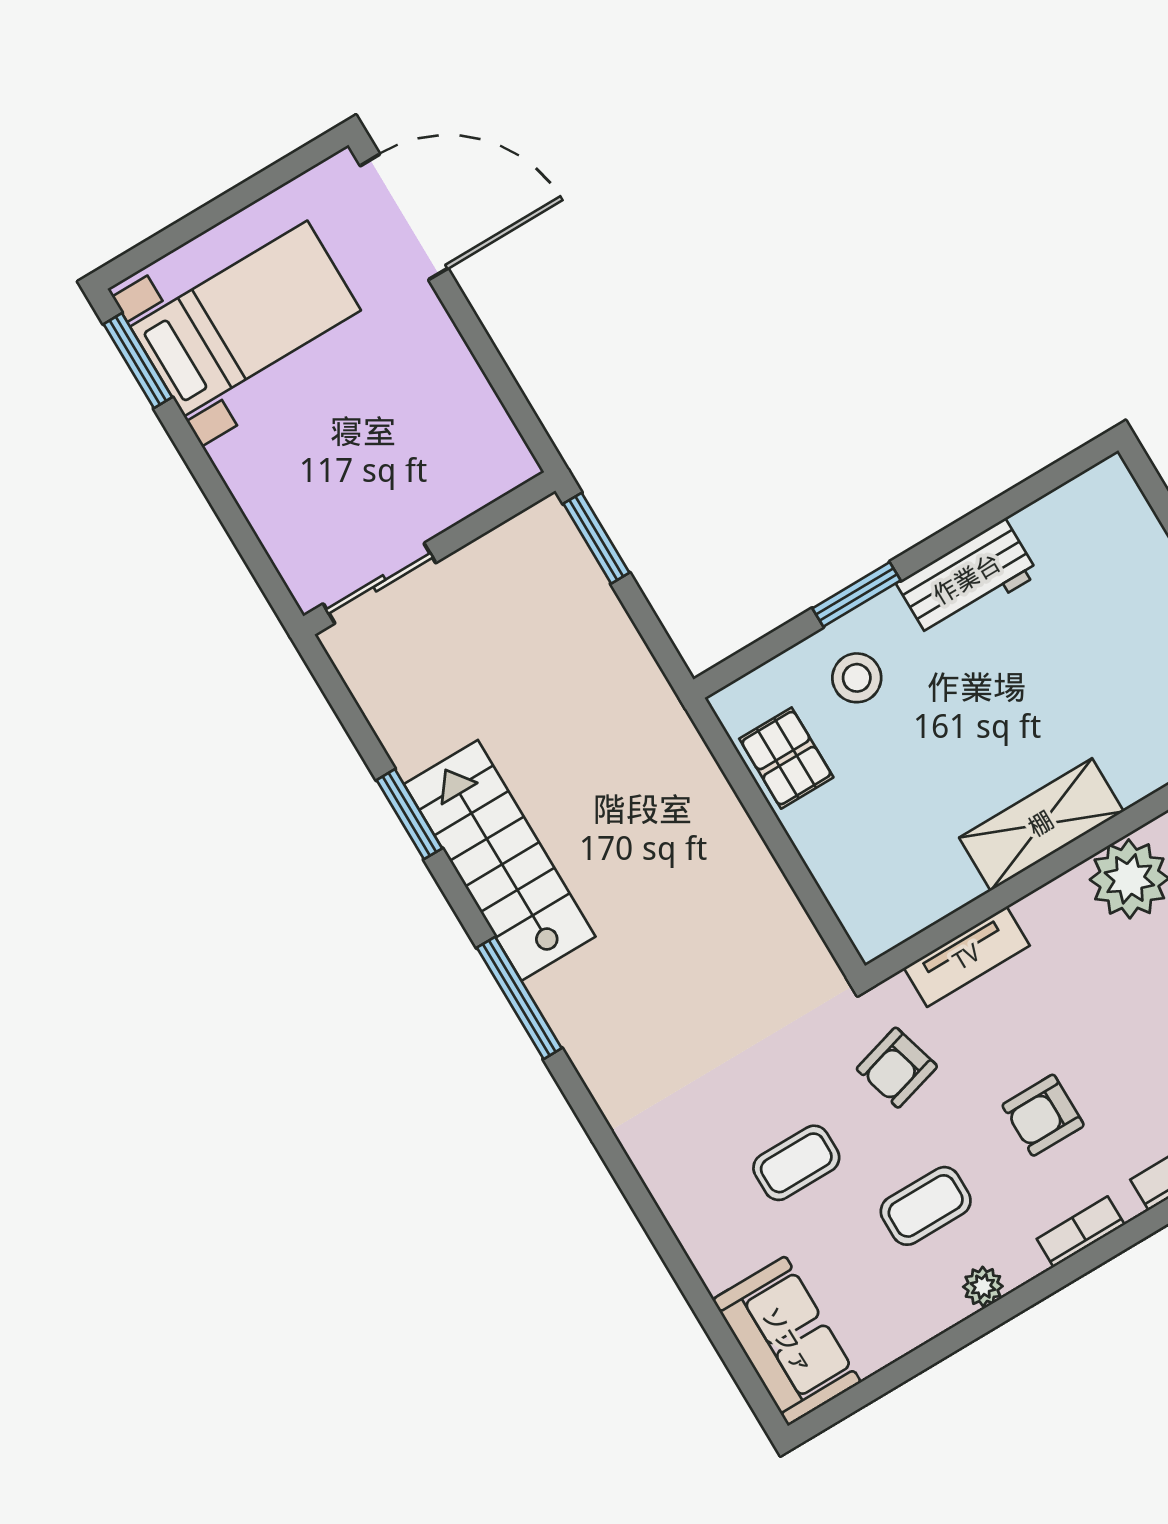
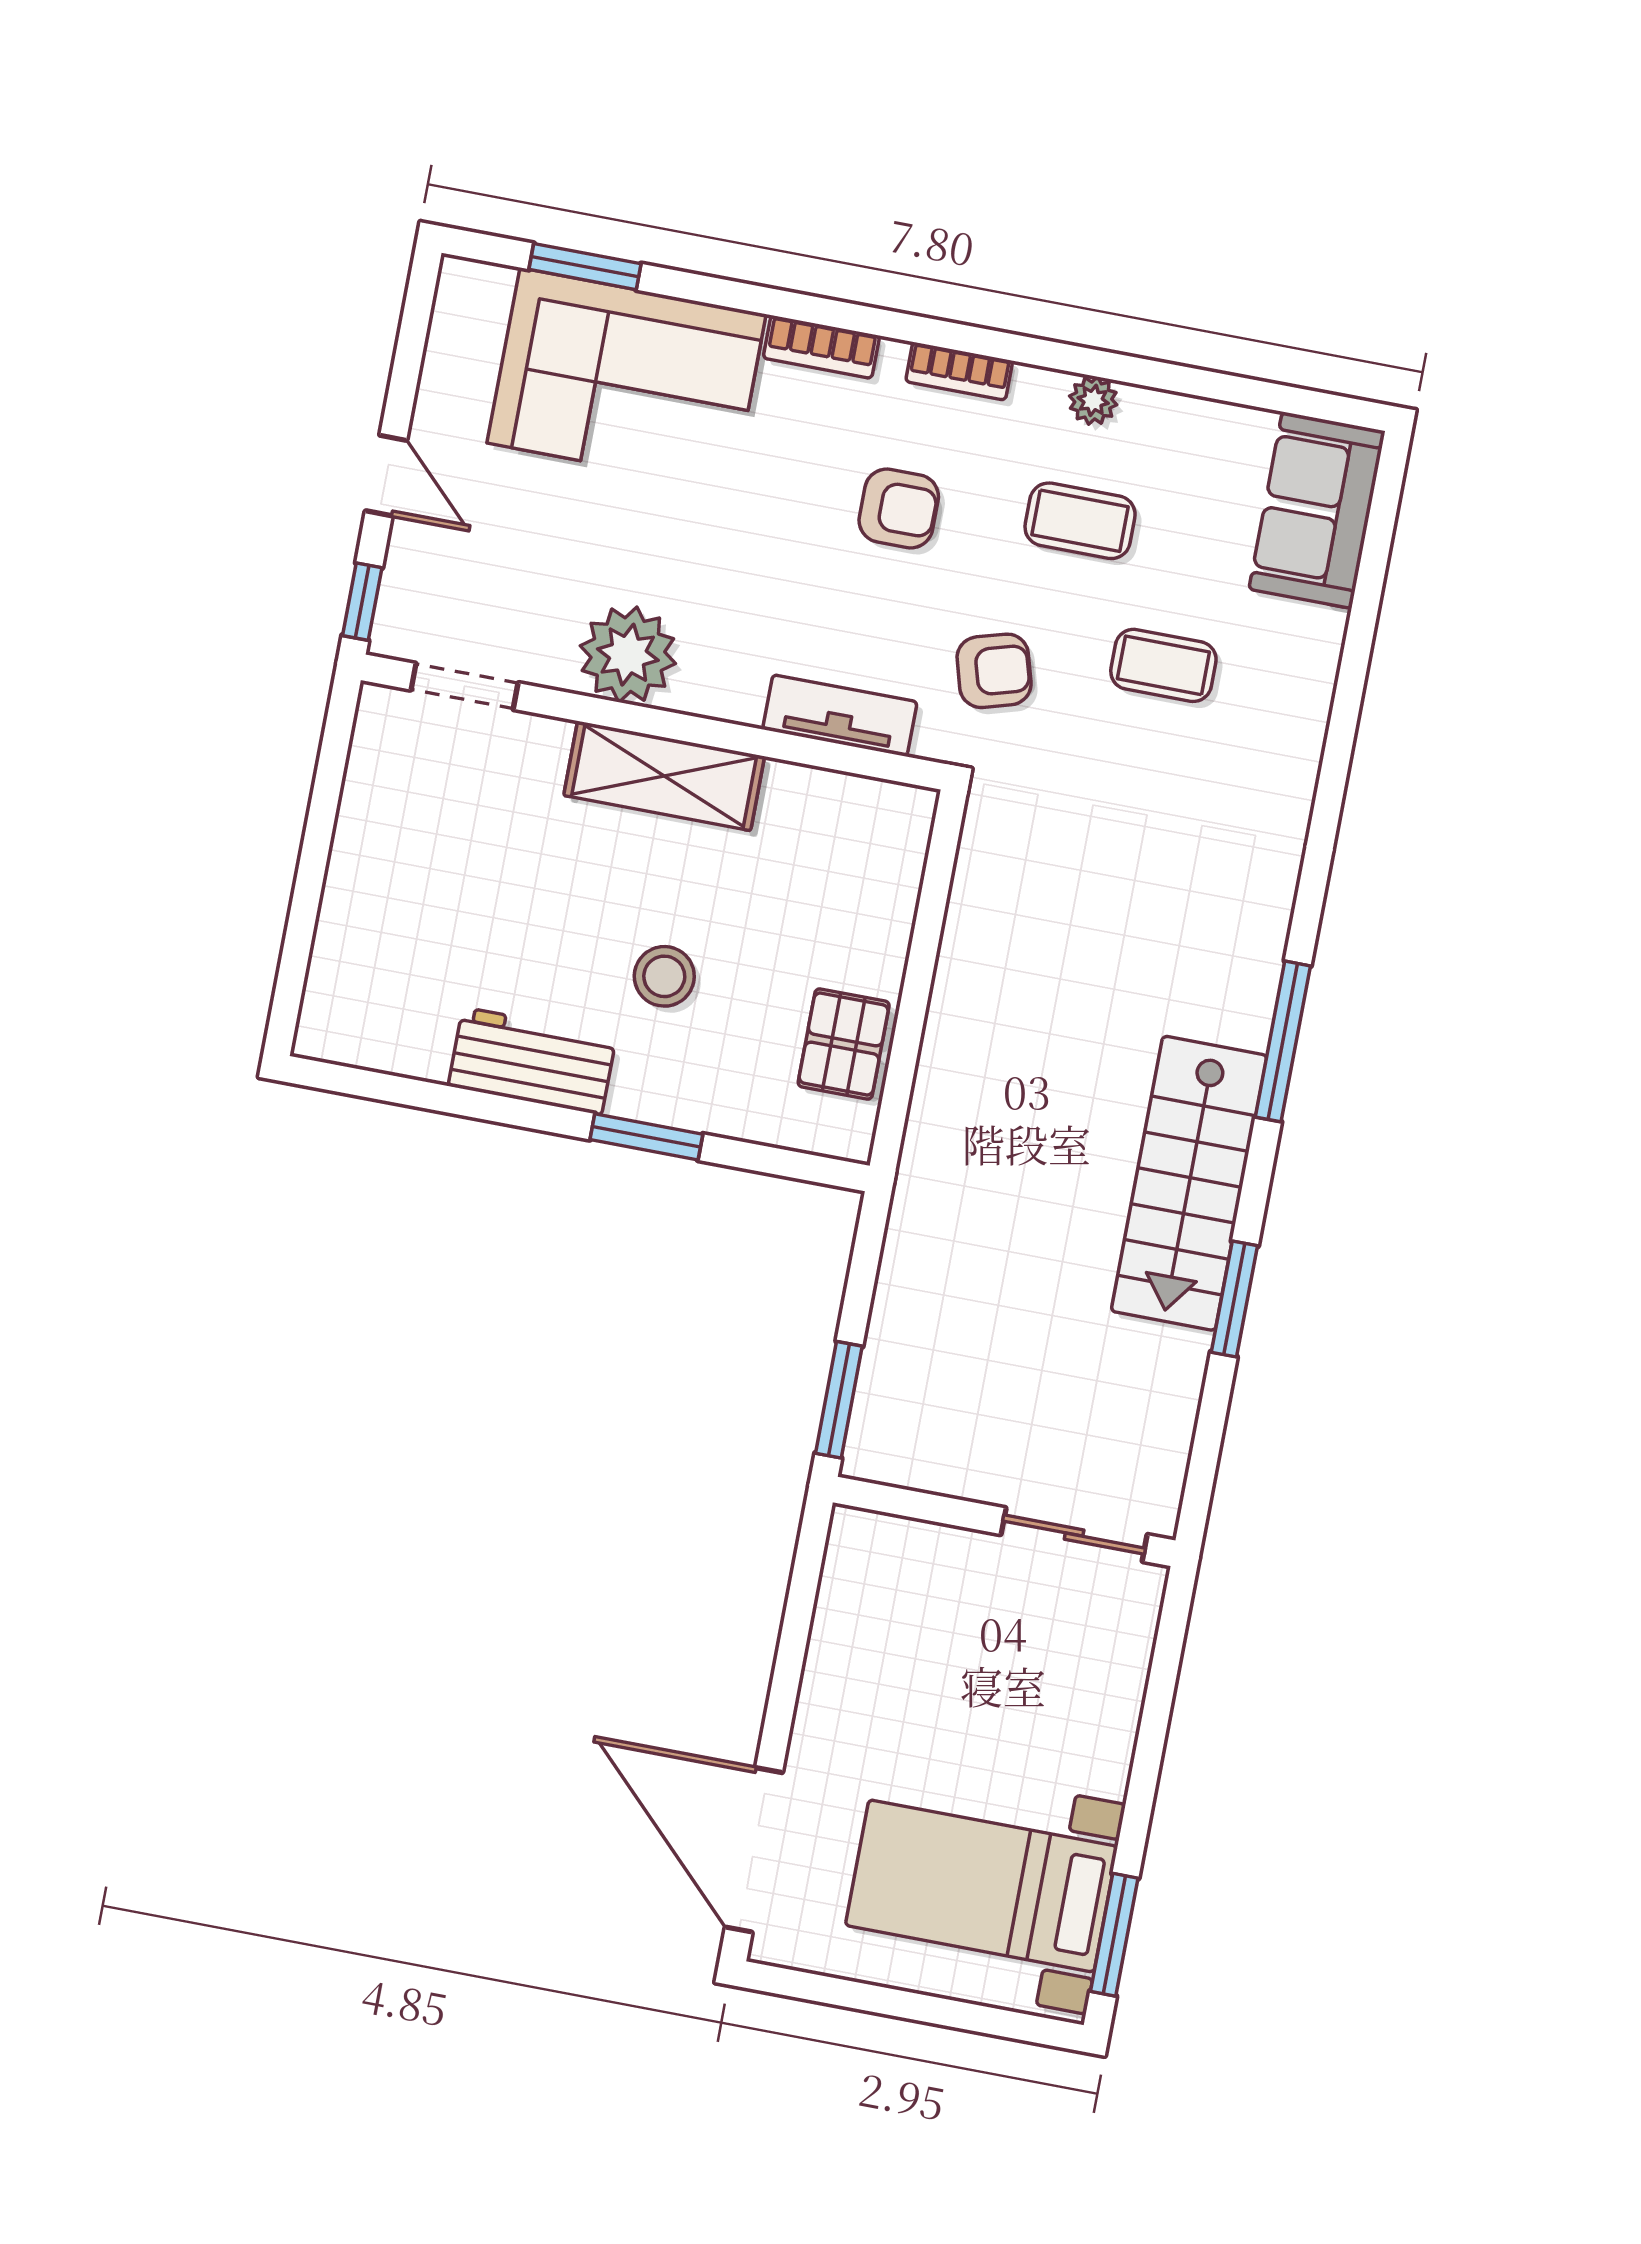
stool: (857, 678) -> (664, 976), moved

